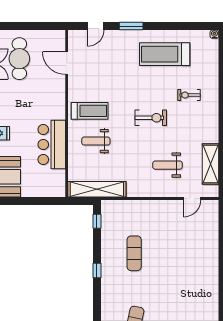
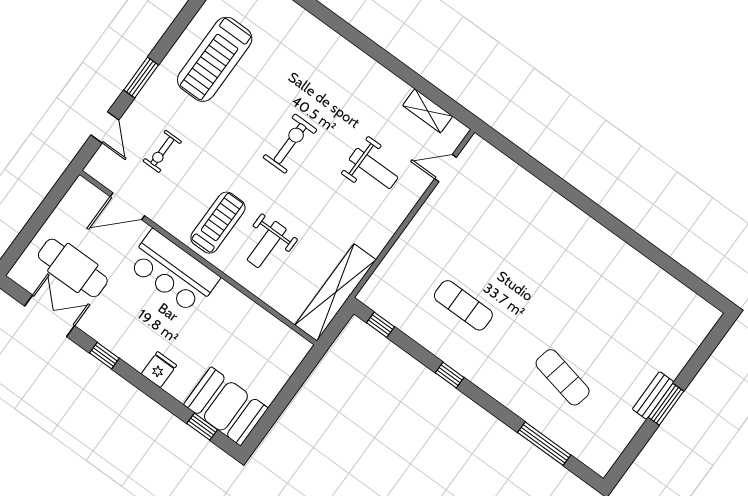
exercise bike: (189, 95) -> (162, 151), moved
bar counter: (52, 145) -> (173, 271), moved
shelving: (211, 164) -> (428, 111), width x0.67, depth x0.75
weight bench: (167, 165) -> (374, 168), turned -90
door: (192, 199) -> (446, 168), swing flipped

